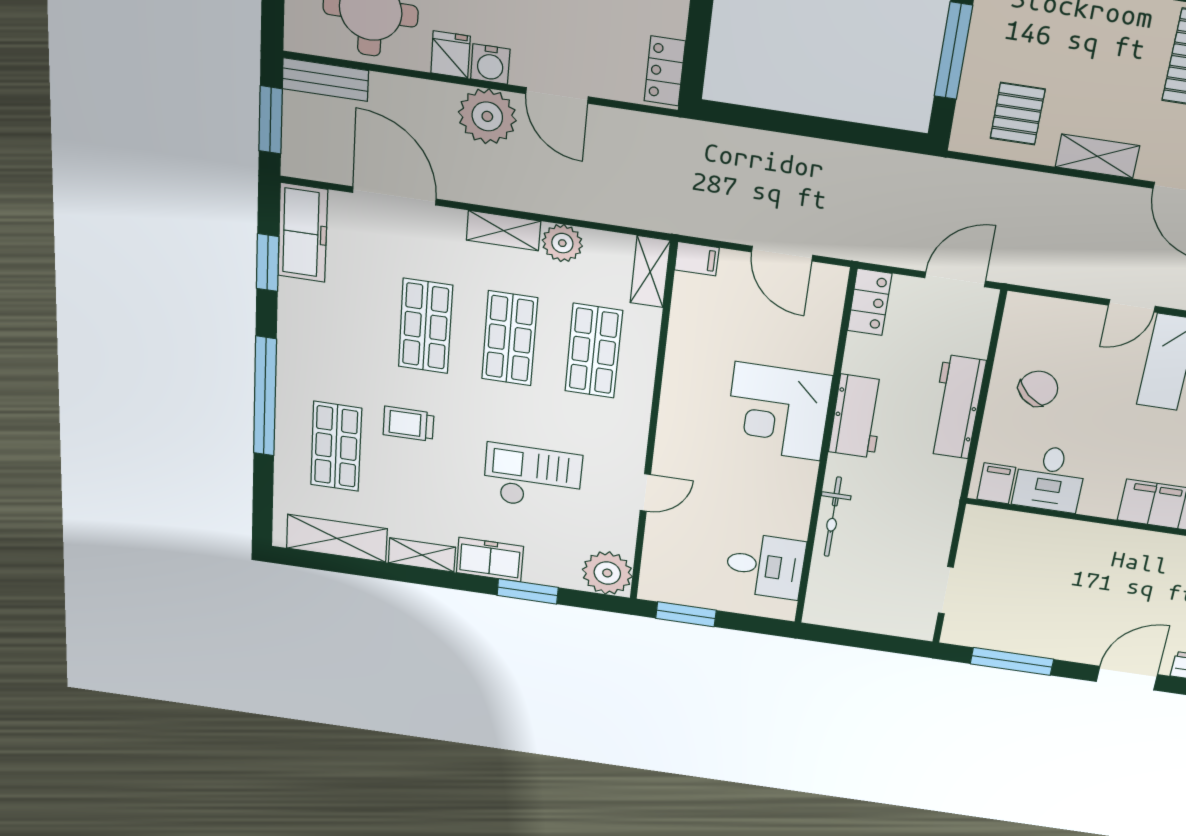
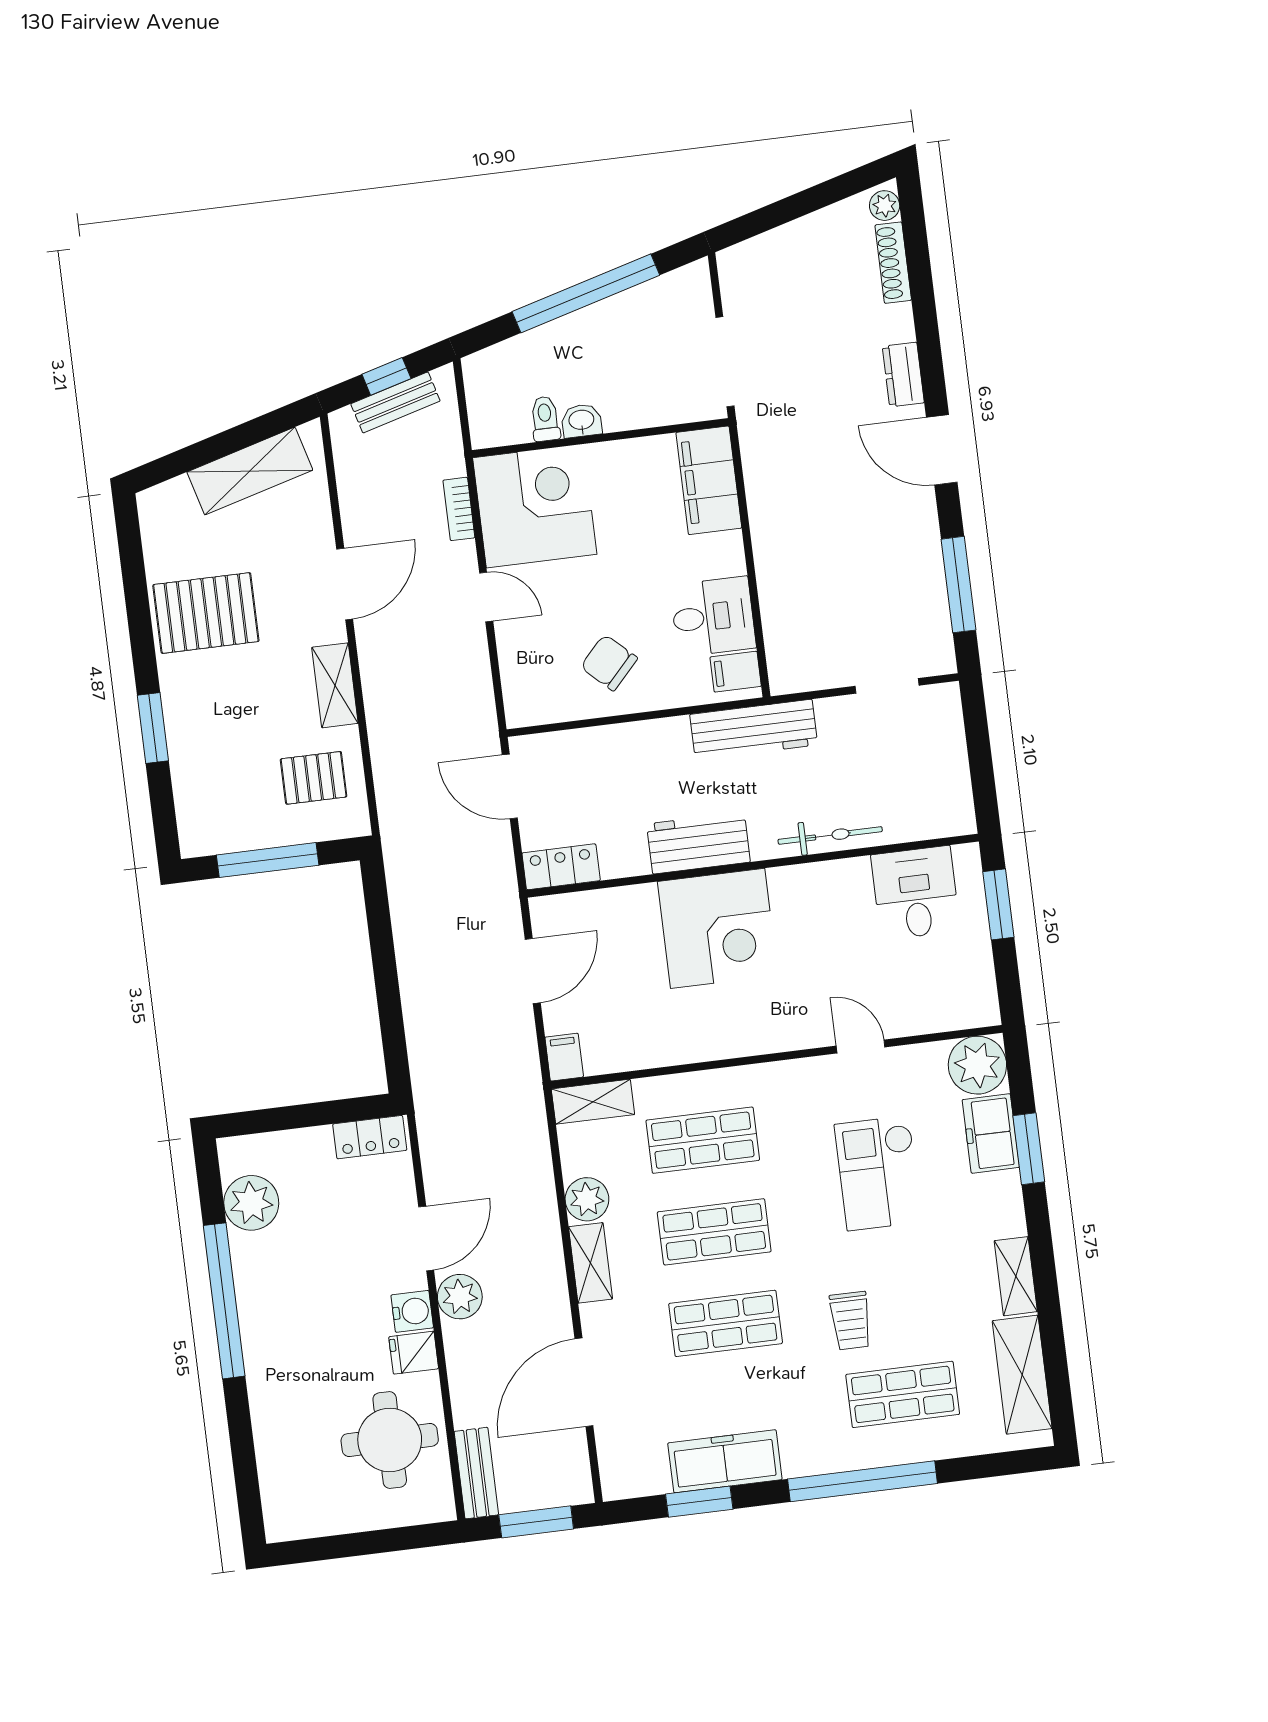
plant: (487, 116) -> (460, 1297), width x0.73, depth x0.73
freezer: (303, 233) -> (725, 1461), moved
workbench: (956, 407) -> (754, 730), moved
freezer: (490, 560) -> (991, 1133), moved
window: (686, 614) -> (998, 904), moved

